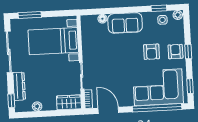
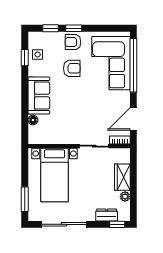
plant: (178, 15) -> (33, 37), removed
dresser: (19, 86) -> (107, 215), width x0.70
window: (190, 86) -> (50, 28), moved
wardrobe: (69, 102) -> (122, 177), moved

